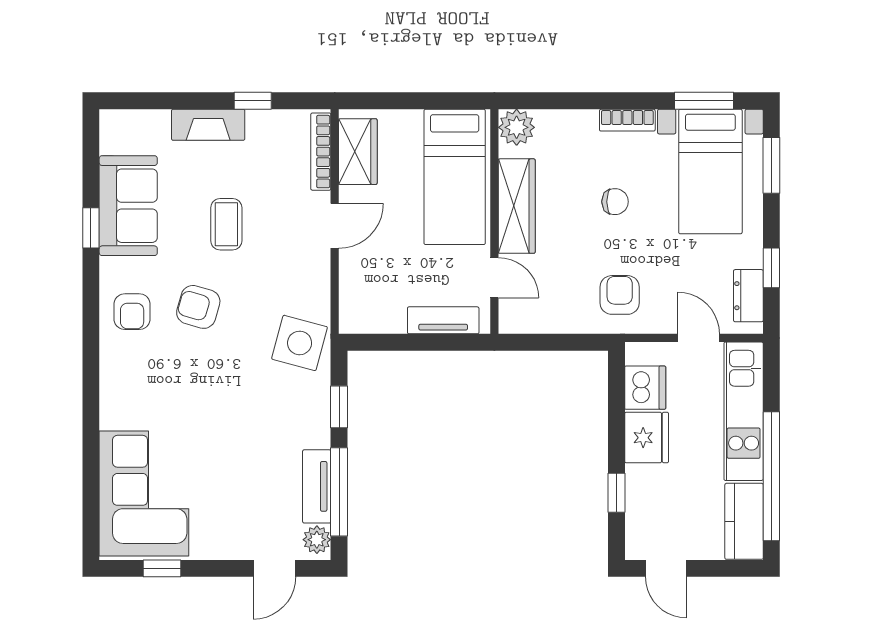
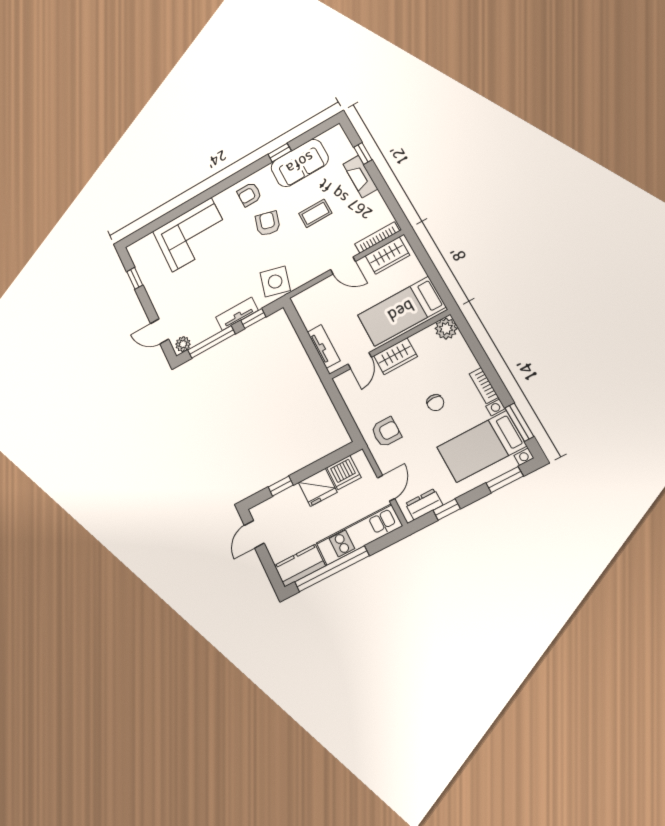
window: (253, 101) -> (363, 153), moved
wardrobe: (517, 206) -> (396, 356), width x0.67
tv unit: (317, 486) -> (237, 314), moved
corner sofa: (144, 494) -> (192, 235), moved

